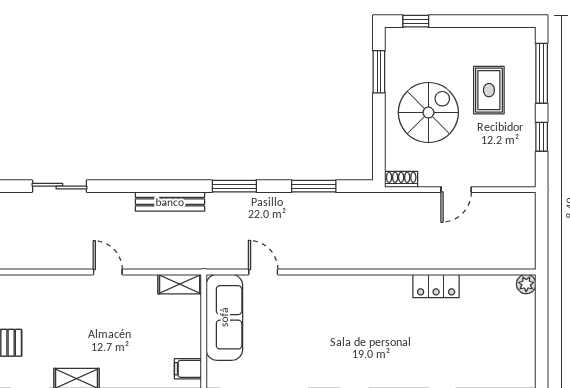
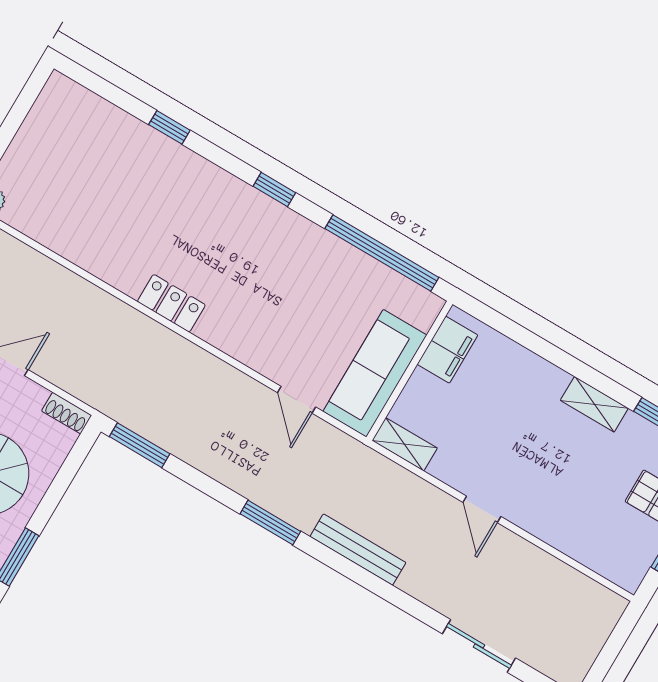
window: (314, 186) -> (140, 445), moved
locker: (436, 286) -> (171, 303), moved
filing cabinet: (188, 369) -> (447, 350), width x2.00

